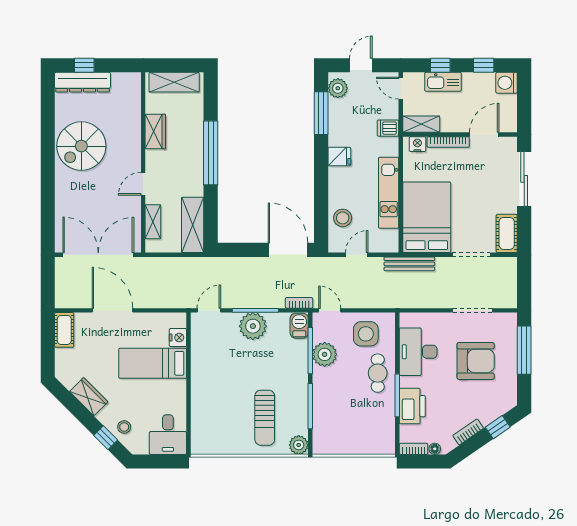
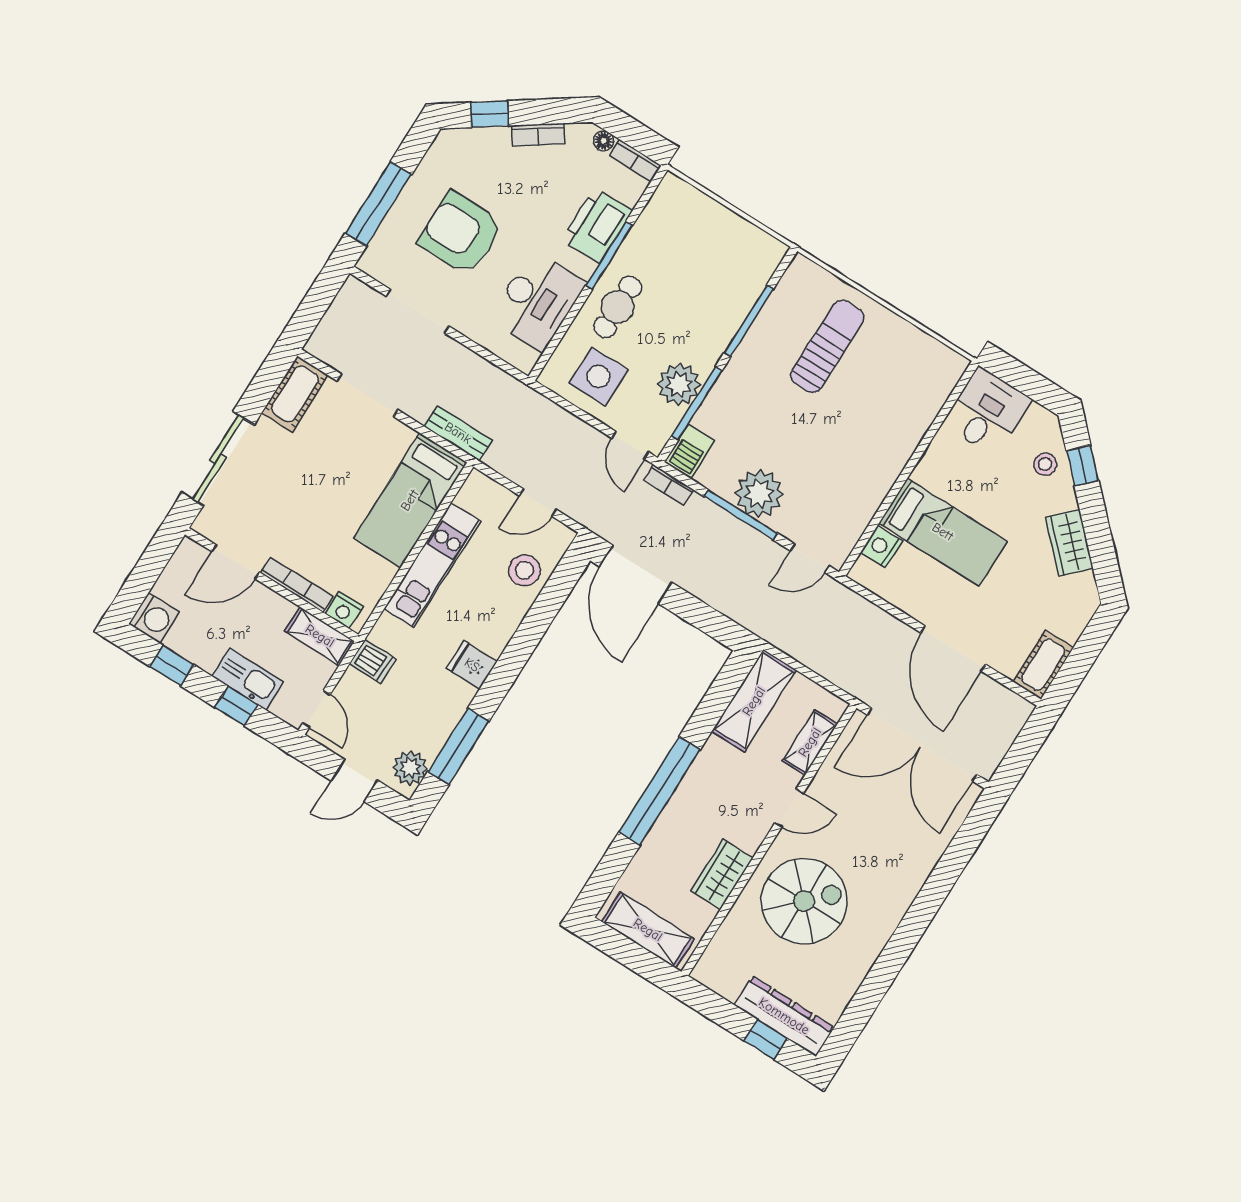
spiral stairs: (81, 146) -> (804, 901), moved
bed: (427, 217) -> (410, 500), width x0.67
bench: (409, 264) -> (458, 433), width x0.73
plant: (299, 445) -> (802, 274), removed

